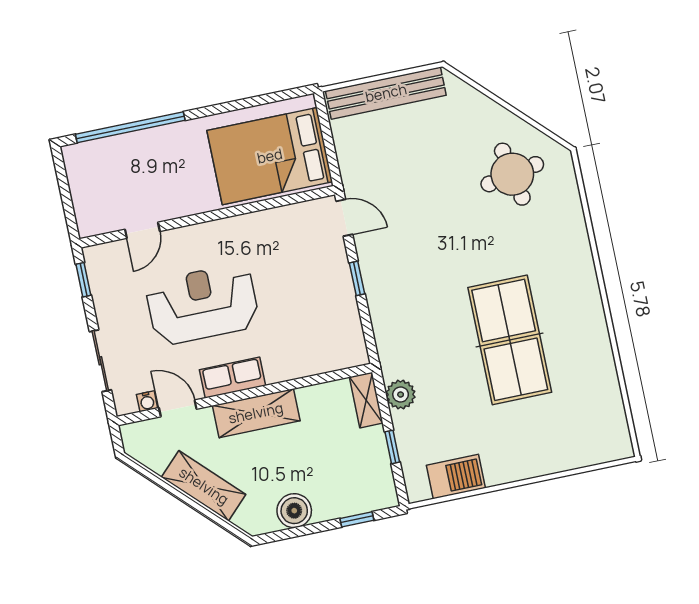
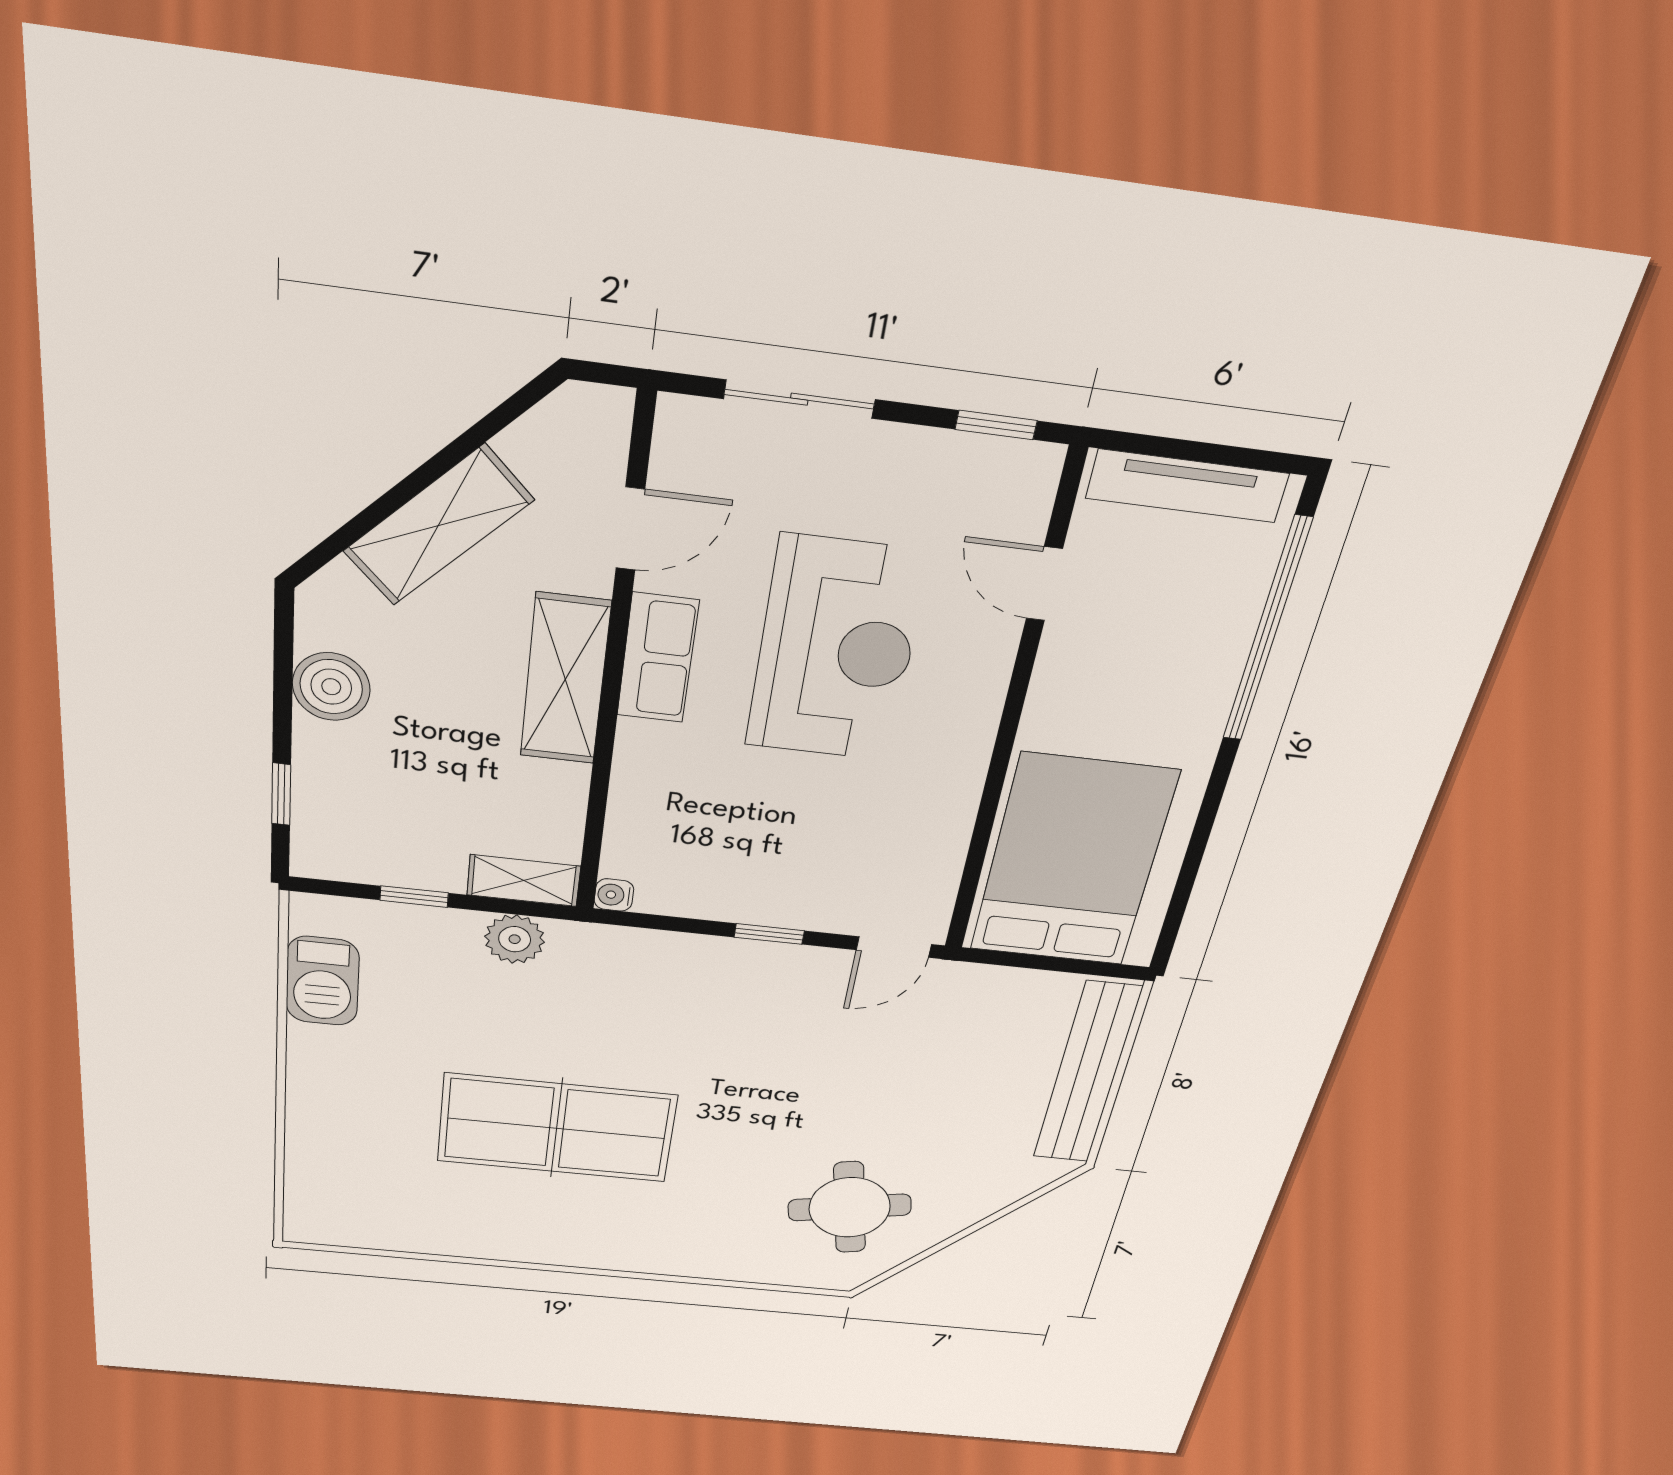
tv unit: (81, 192) -> (1187, 486), added
water cooler: (147, 401) -> (614, 895), moved

